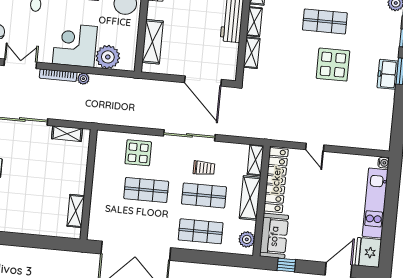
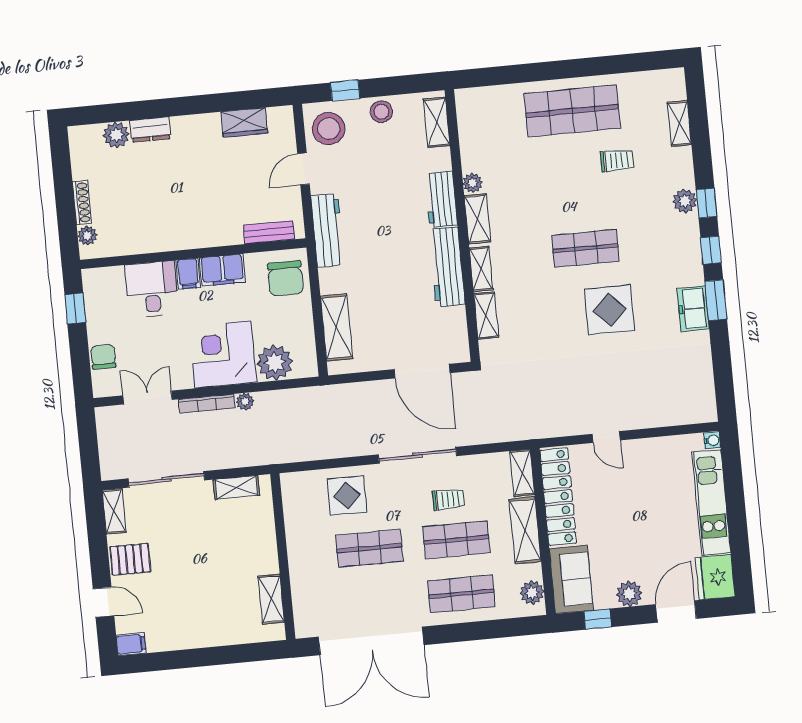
plant: (310, 252) -> (629, 594), added

